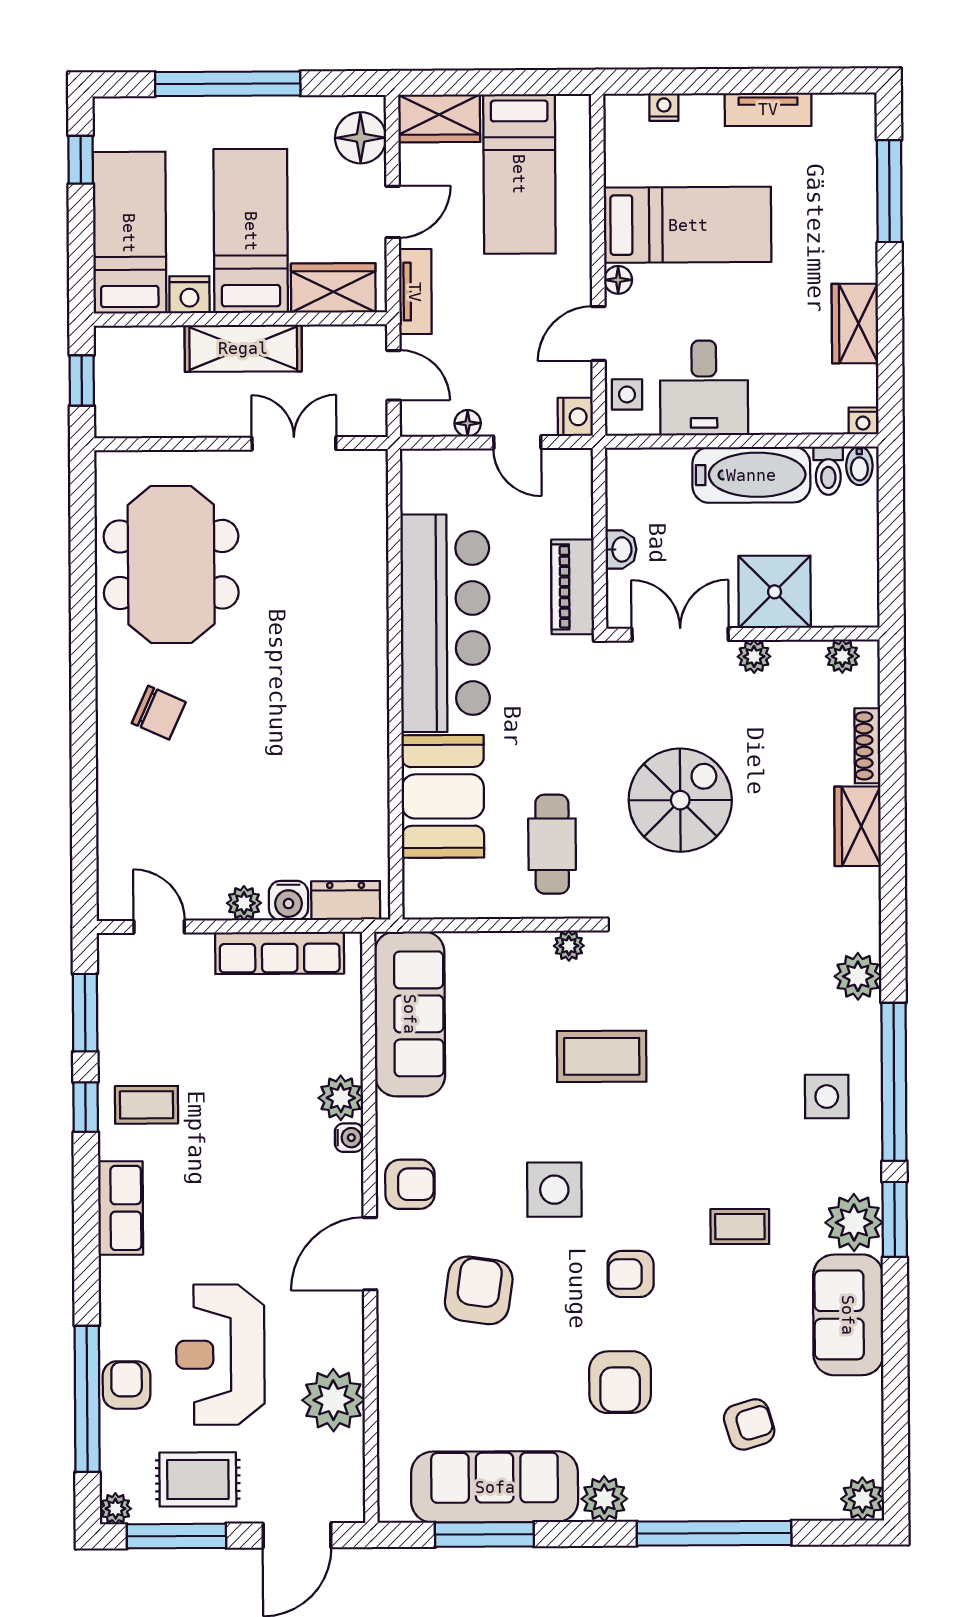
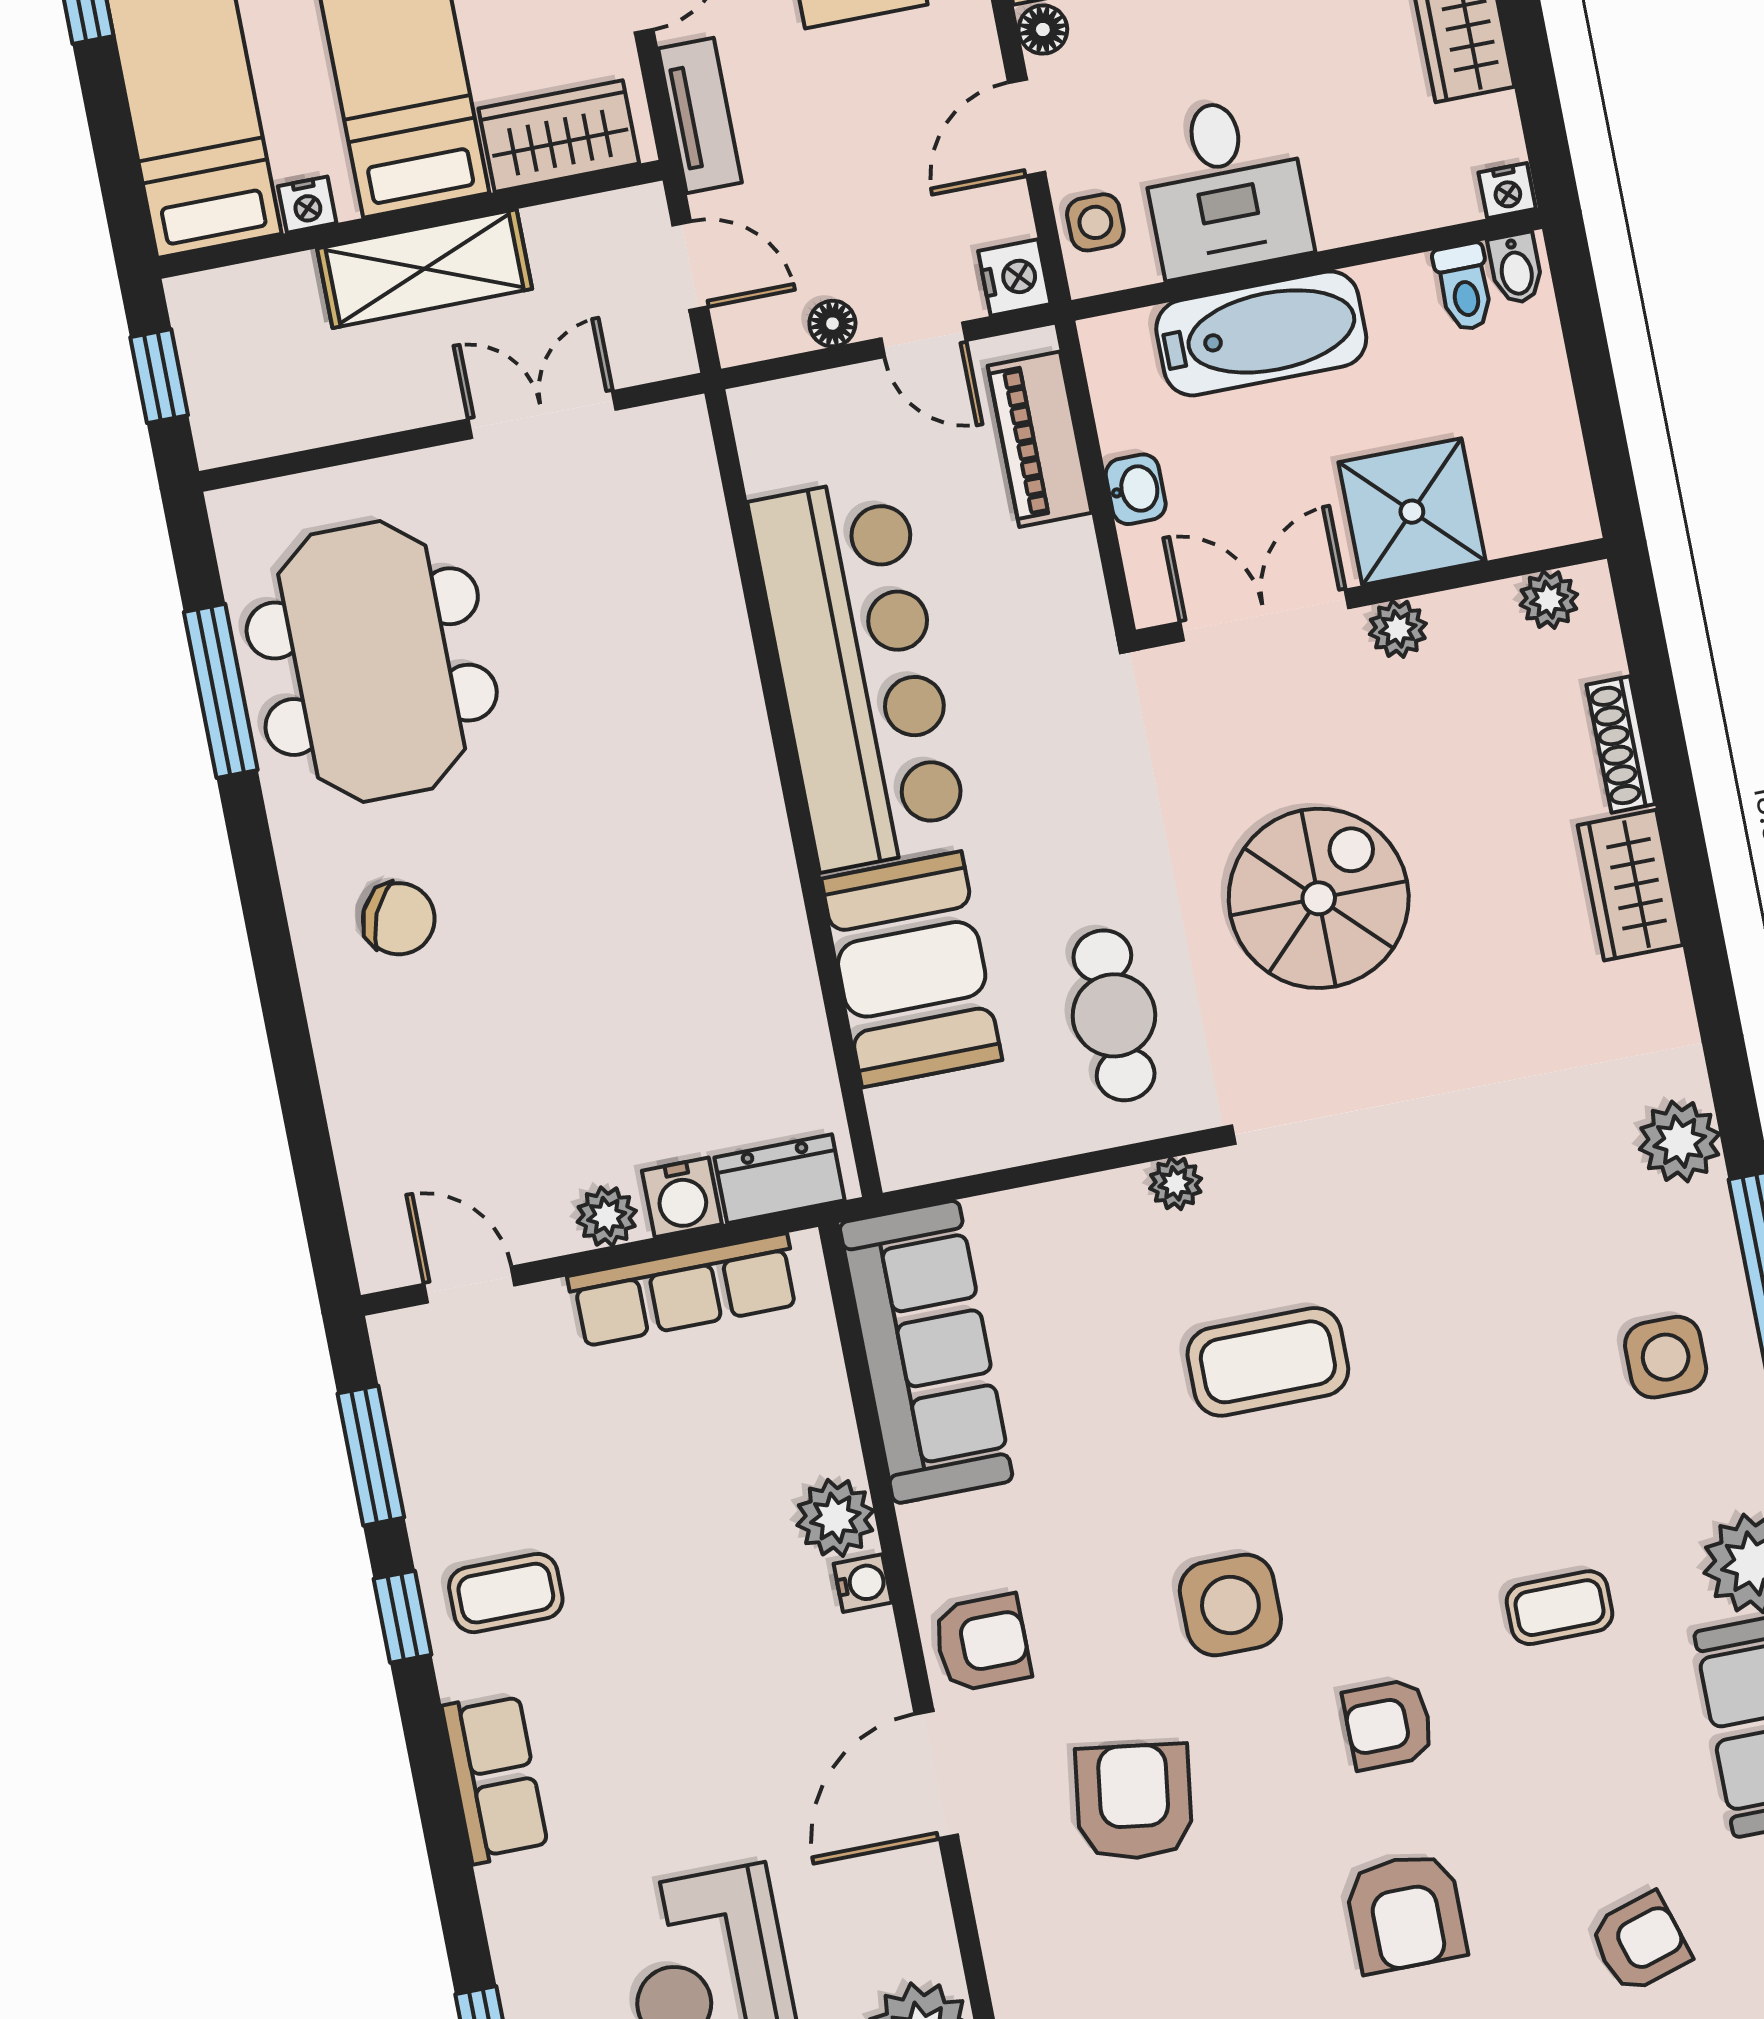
nightstand: (189, 295) -> (307, 205), width x0.72, depth x0.74
bathtub: (751, 475) -> (1261, 333), moved
window: (83, 565) -> (221, 691), added
piano: (573, 587) -> (1040, 439), moved

